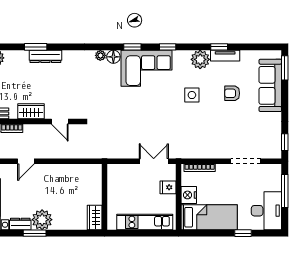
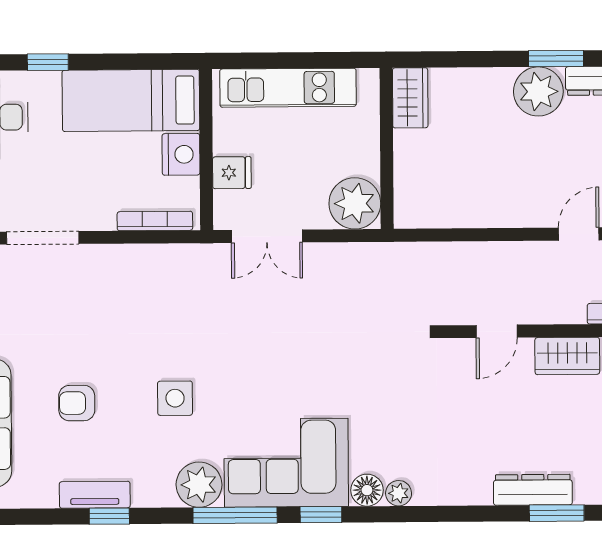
window: (168, 47) -> (235, 515), width x2.17
plant: (200, 59) -> (199, 485), moved
armchair: (232, 93) -> (77, 403), turned 180
door: (60, 122) -> (497, 331), swing flipped
plant: (118, 174) -> (355, 203), added

